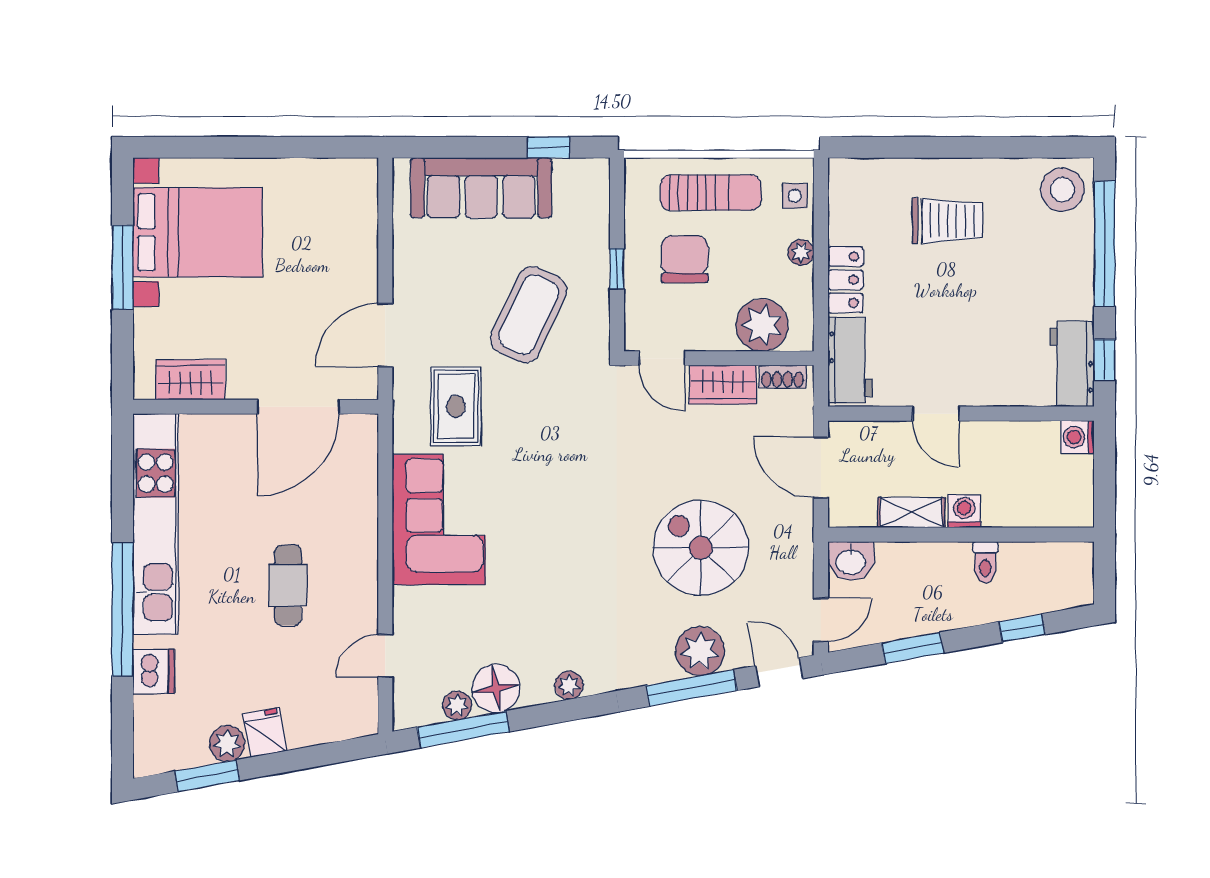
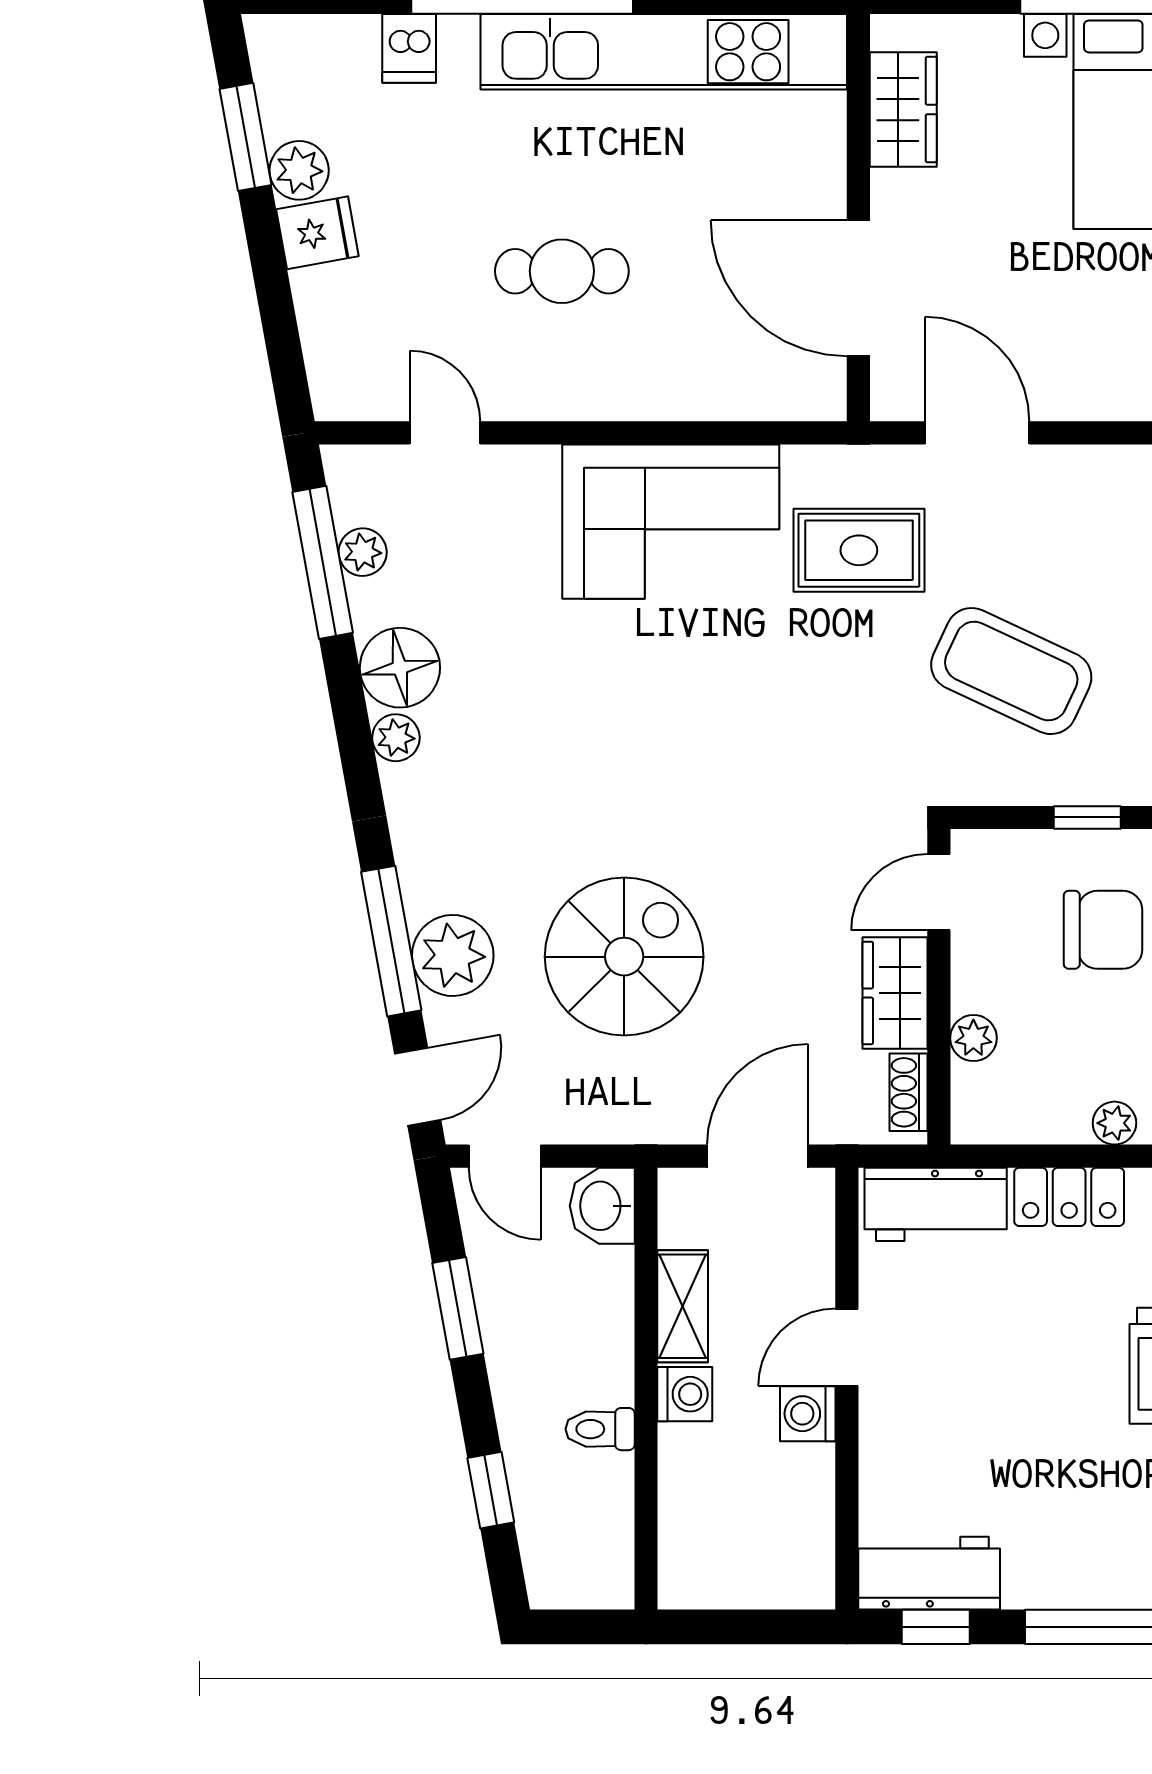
plant: (762, 325) -> (973, 1038), width x0.53, depth x0.53
washing machine: (1077, 437) -> (808, 1414), moved, turned -90
dishwasher: (154, 671) -> (409, 48), width x0.73
floor lamp: (496, 688) -> (400, 668), moved

